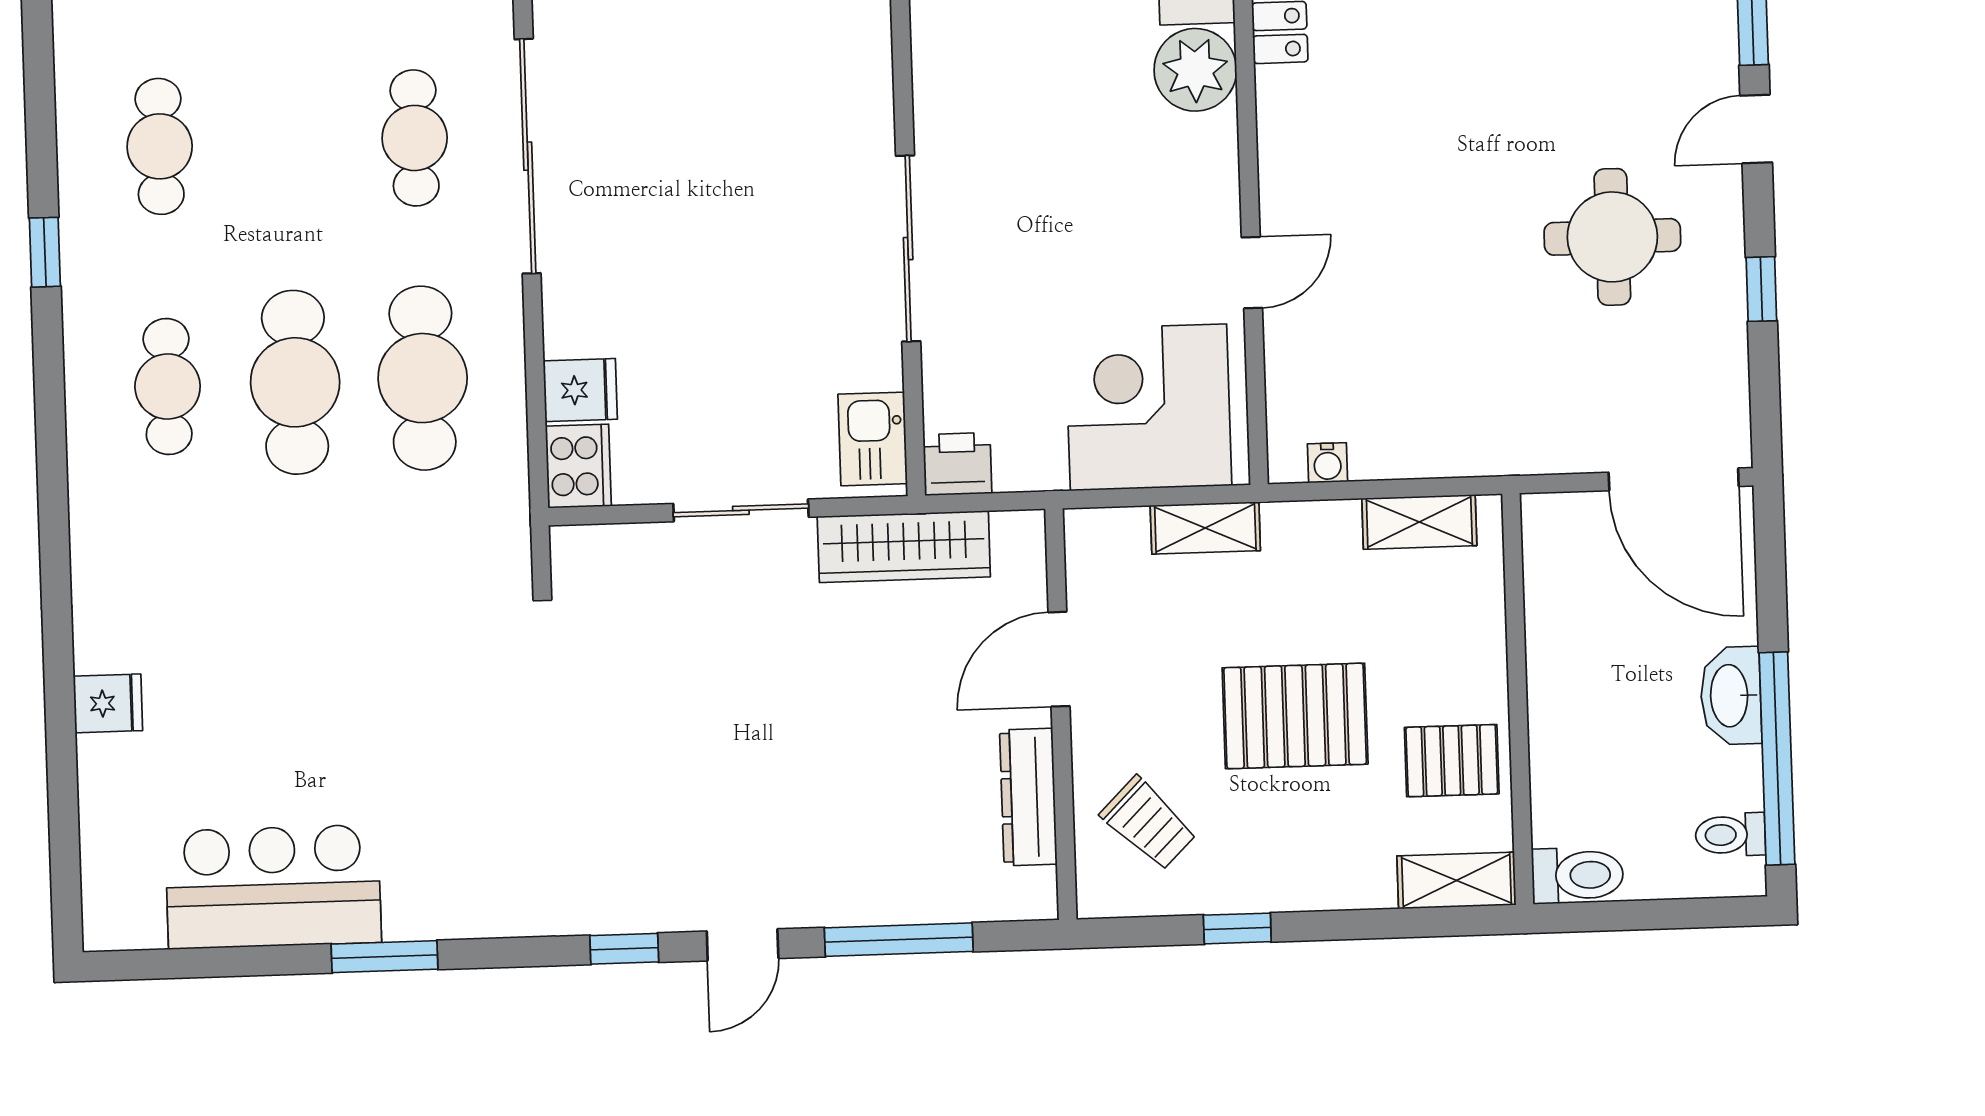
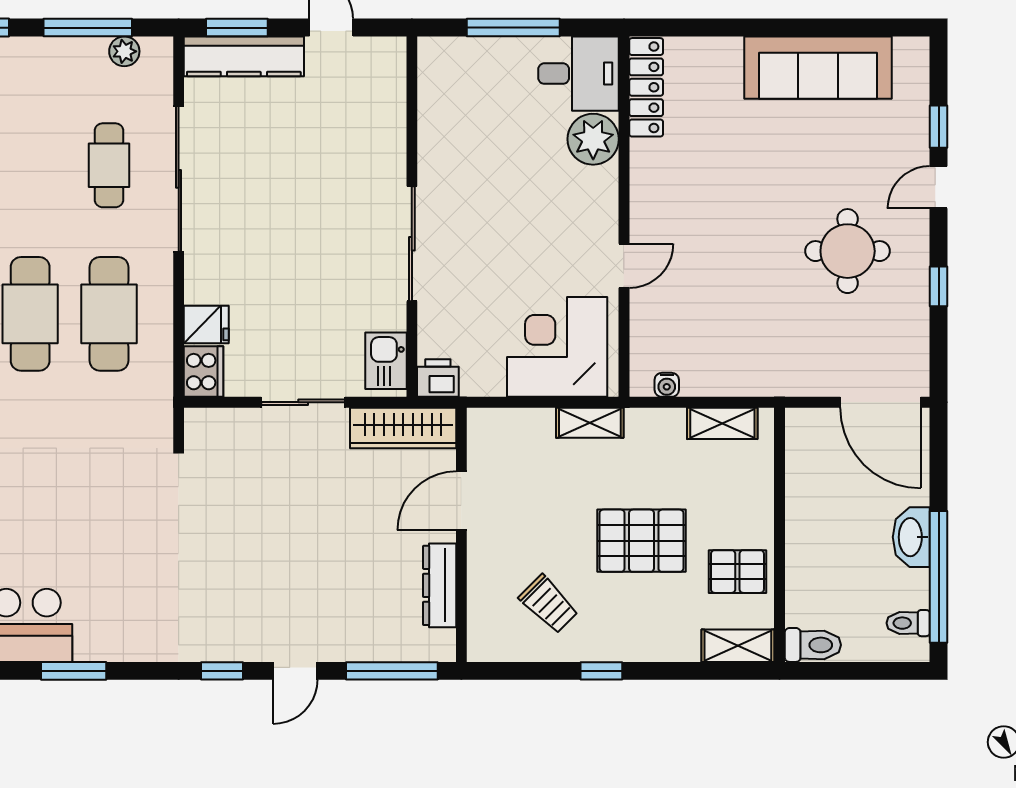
door: (1059, 659) -> (461, 501), moved
wall: (1061, 714) -> (461, 535), moved
dresser: (1028, 797) -> (440, 585), moved

